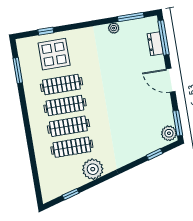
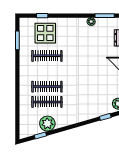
clothes rail: (65, 105) -> (47, 71), removed
plant: (93, 169) -> (47, 124), moved

